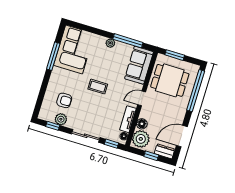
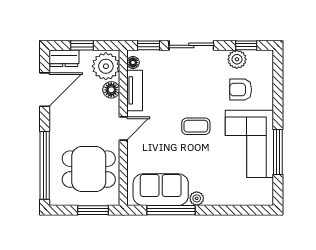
corner sofa: (74, 49) -> (249, 144), moved
sofa: (139, 65) -> (161, 190), moved, turned -90

